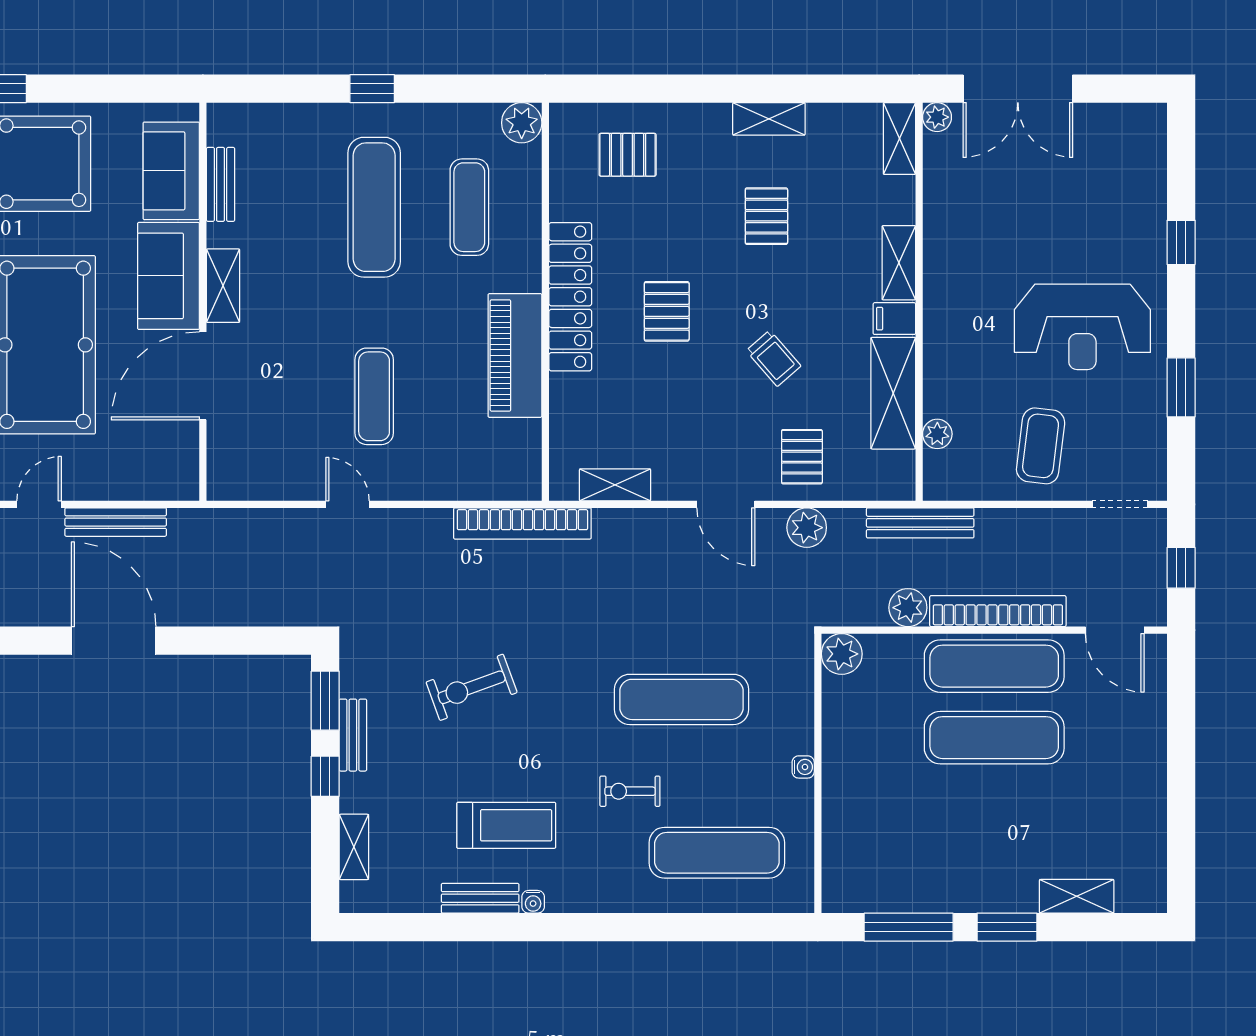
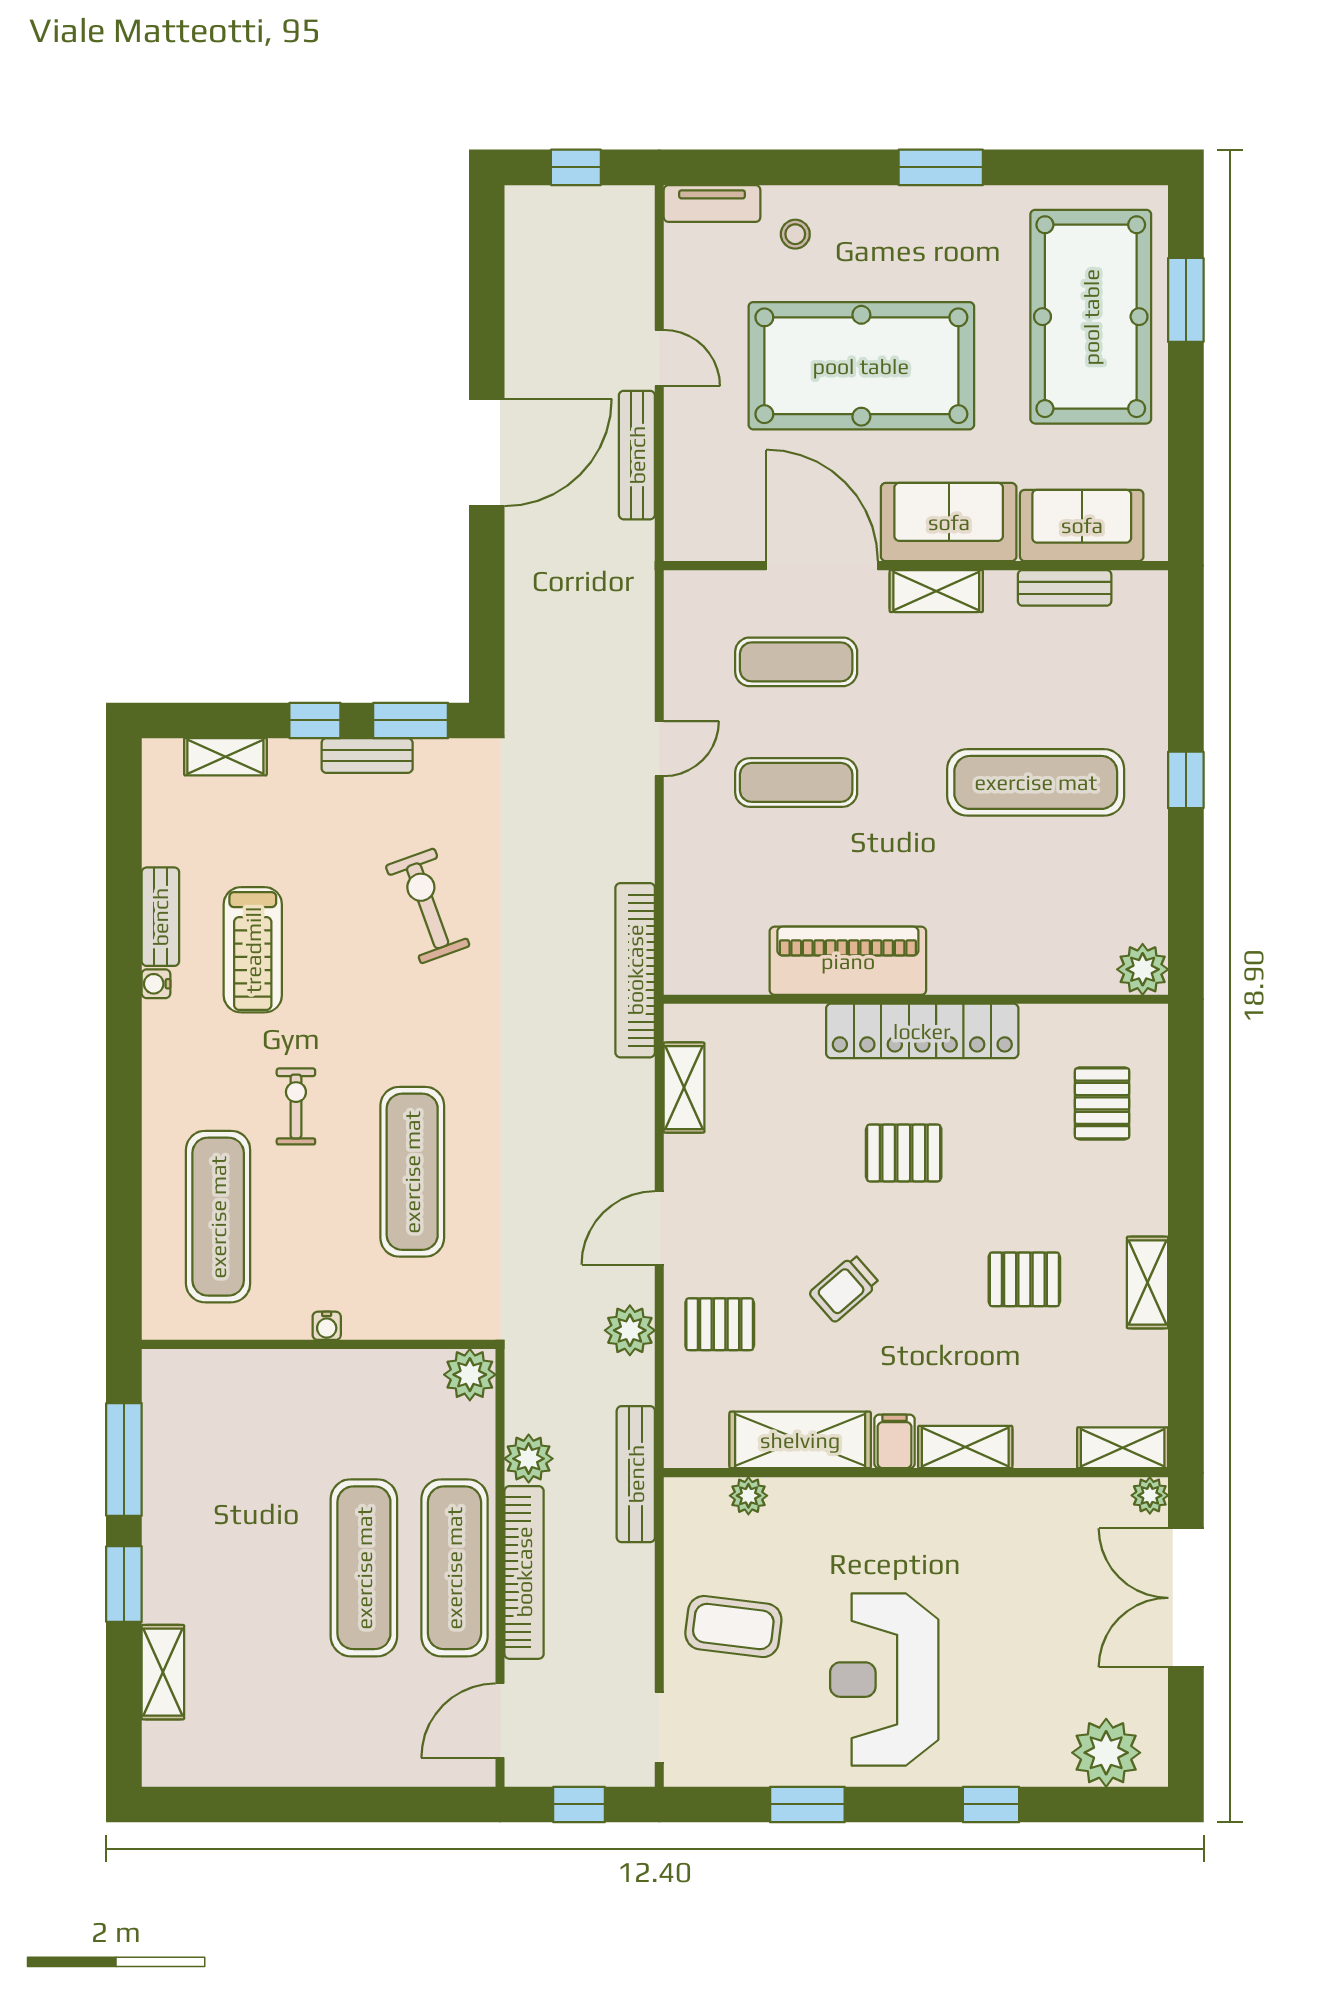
plant: (1140, 152) -> (1106, 1753), added
exercise mat: (469, 207) -> (796, 662), moved

